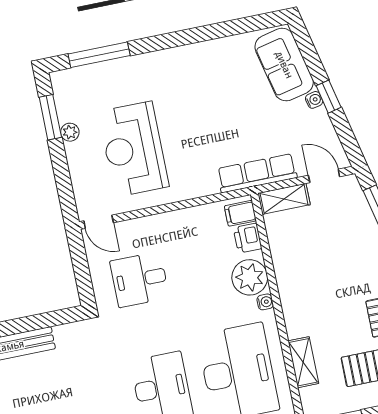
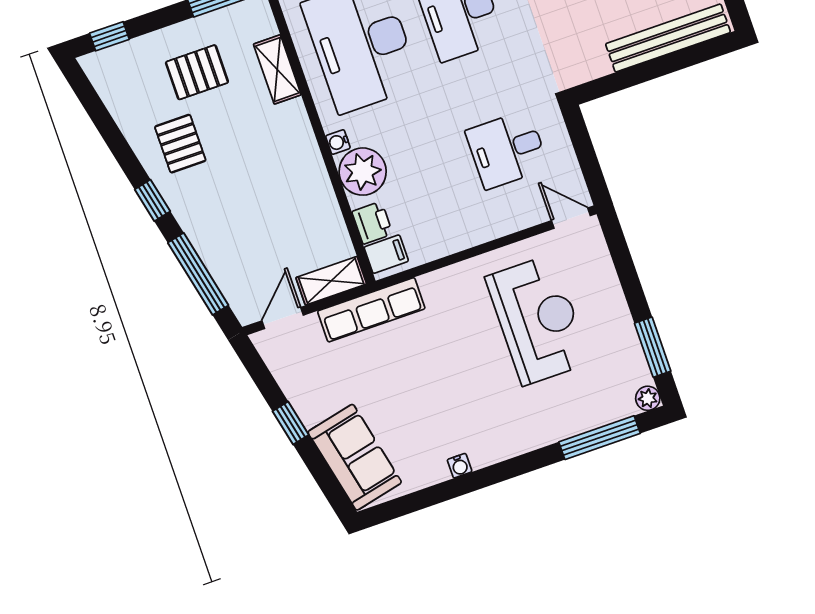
water cooler: (314, 100) -> (460, 466), moved, turned -77
plant: (70, 132) -> (648, 398), moved
door: (324, 176) -> (283, 318), swing flipped
desk: (140, 279) -> (507, 150), turned 180

